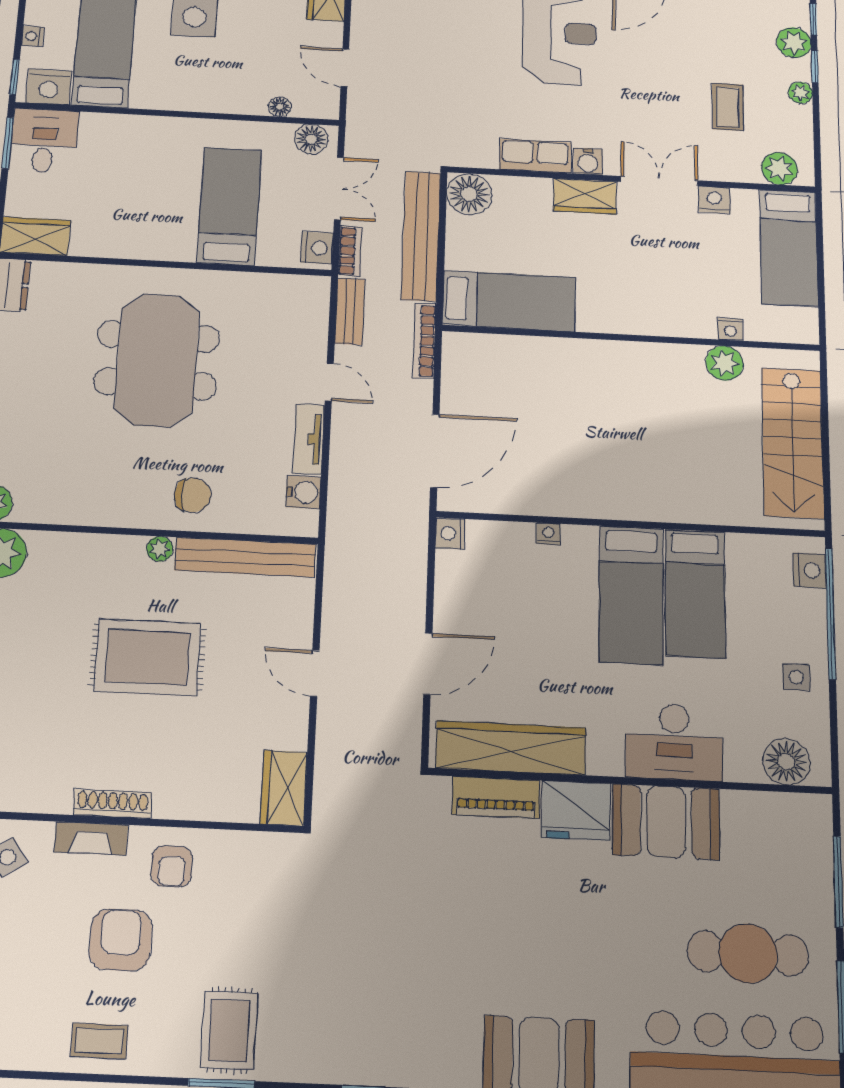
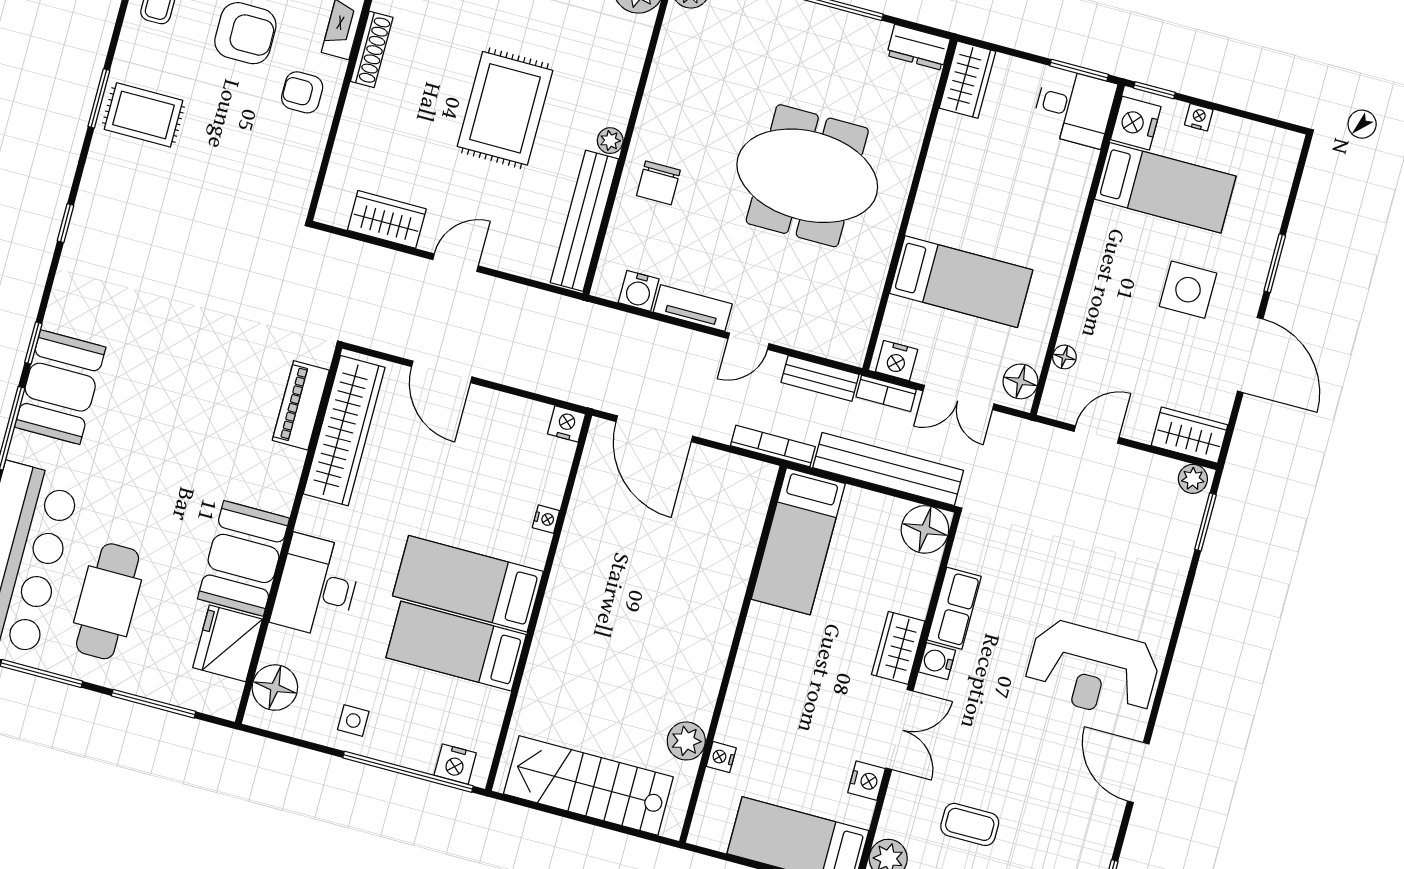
wardrobe: (284, 788) -> (387, 219), moved
fridge: (576, 811) -> (228, 643), moved

